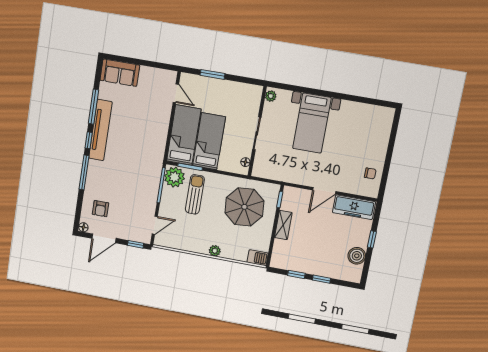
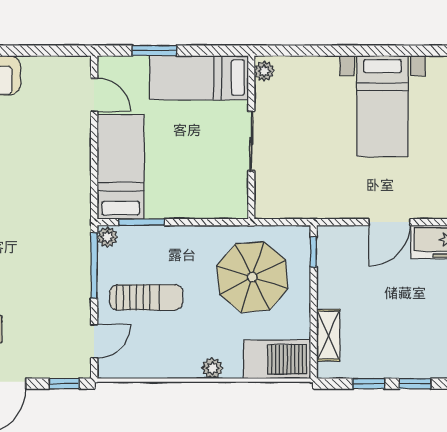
bed with nightstands: (312, 123) -> (382, 106), moved
bed: (209, 141) -> (199, 78), moved, turned -90
floor lamp: (245, 162) -> (240, 196), removed
plant: (174, 177) -> (107, 237), width x0.53, depth x0.53
sun lounger: (195, 194) -> (146, 297), moved, turned 90
shelving: (283, 225) -> (328, 335), moved
barbecue: (258, 258) -> (277, 359), width x1.88, depth x1.53

